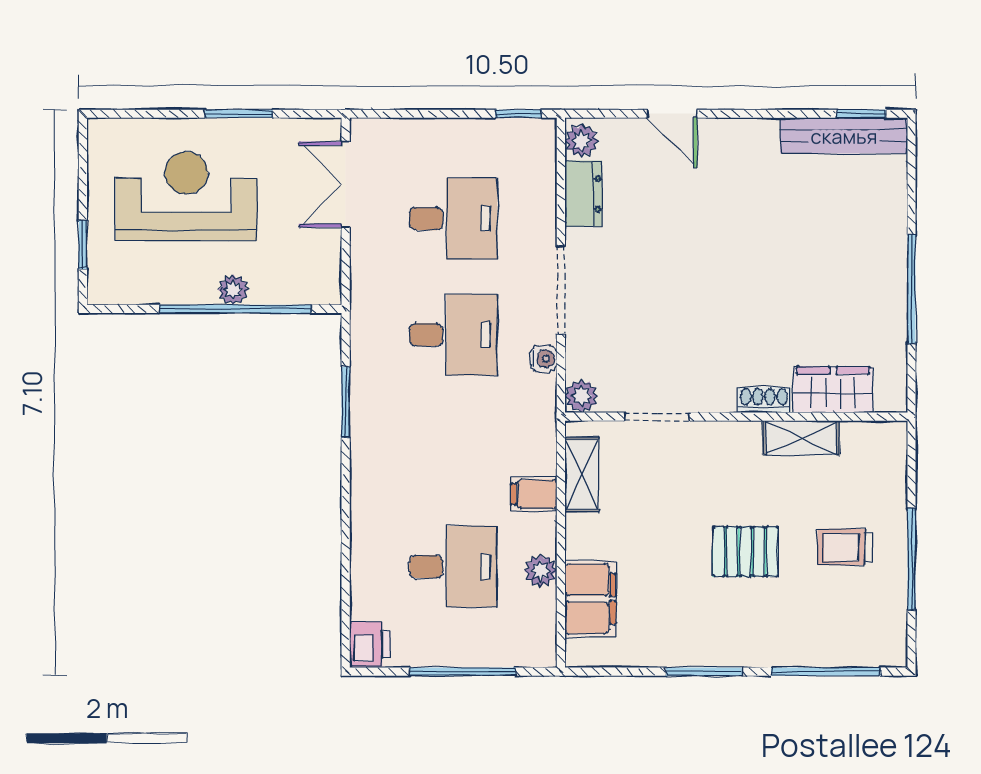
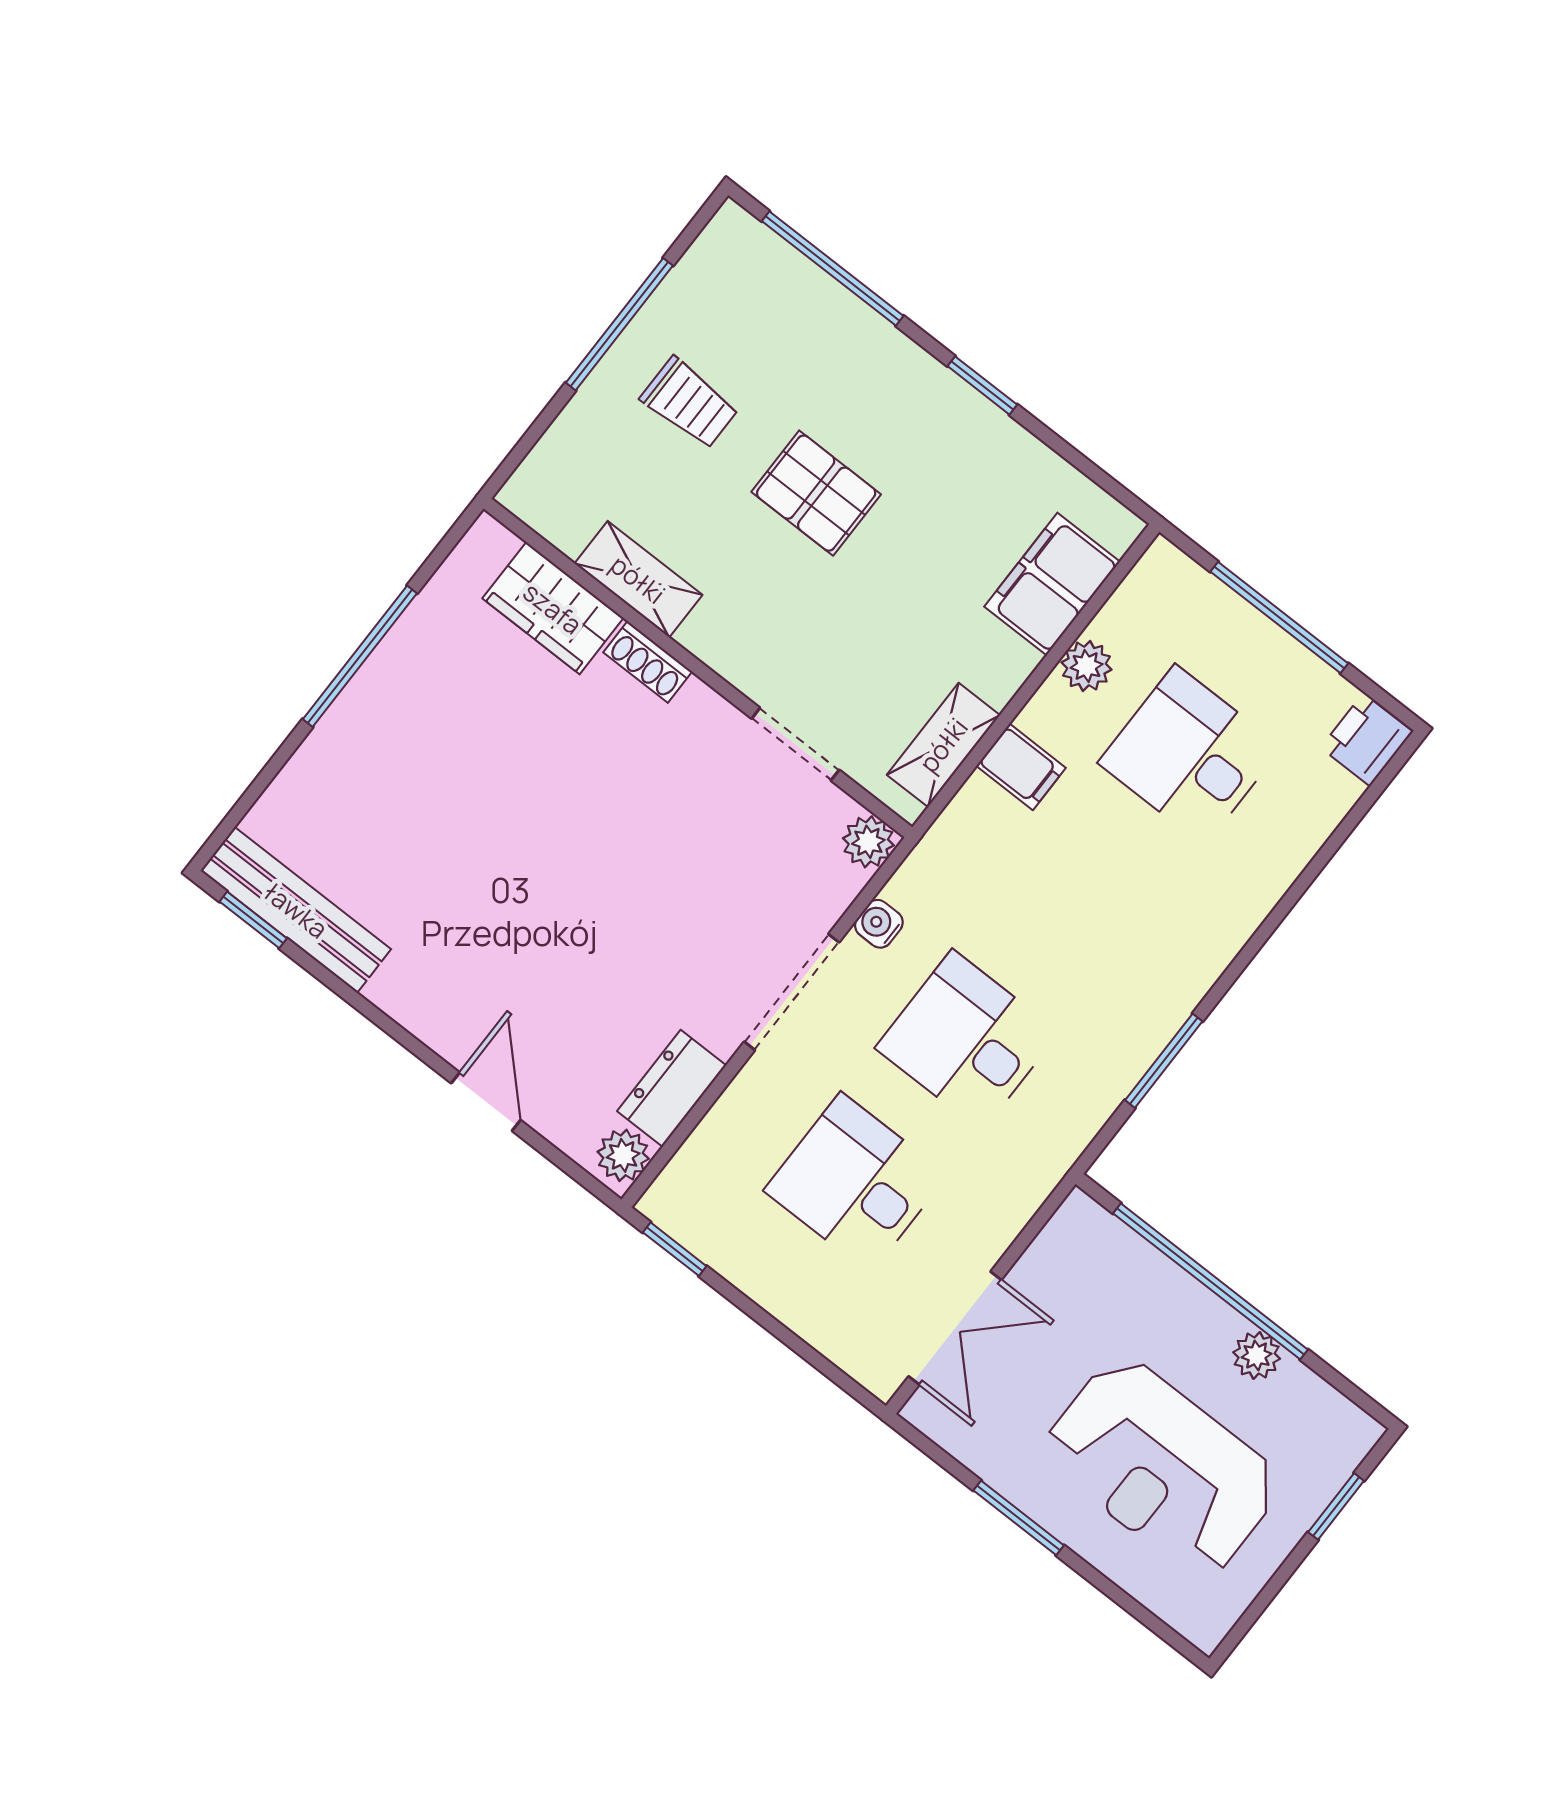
plant: (233, 290) -> (1257, 1356), moved
window: (704, 672) -> (982, 385), width x0.67

